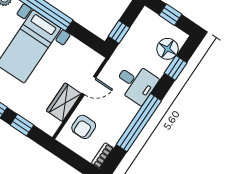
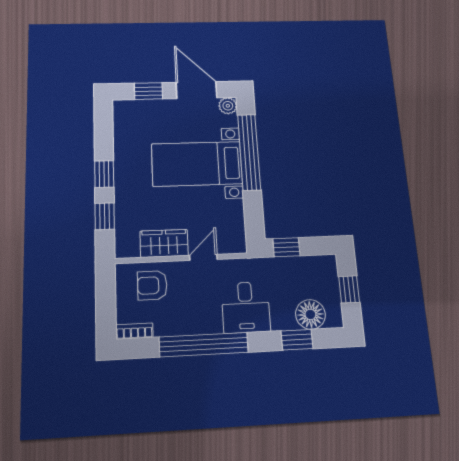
door: (89, 86) -> (203, 257), swing flipped

